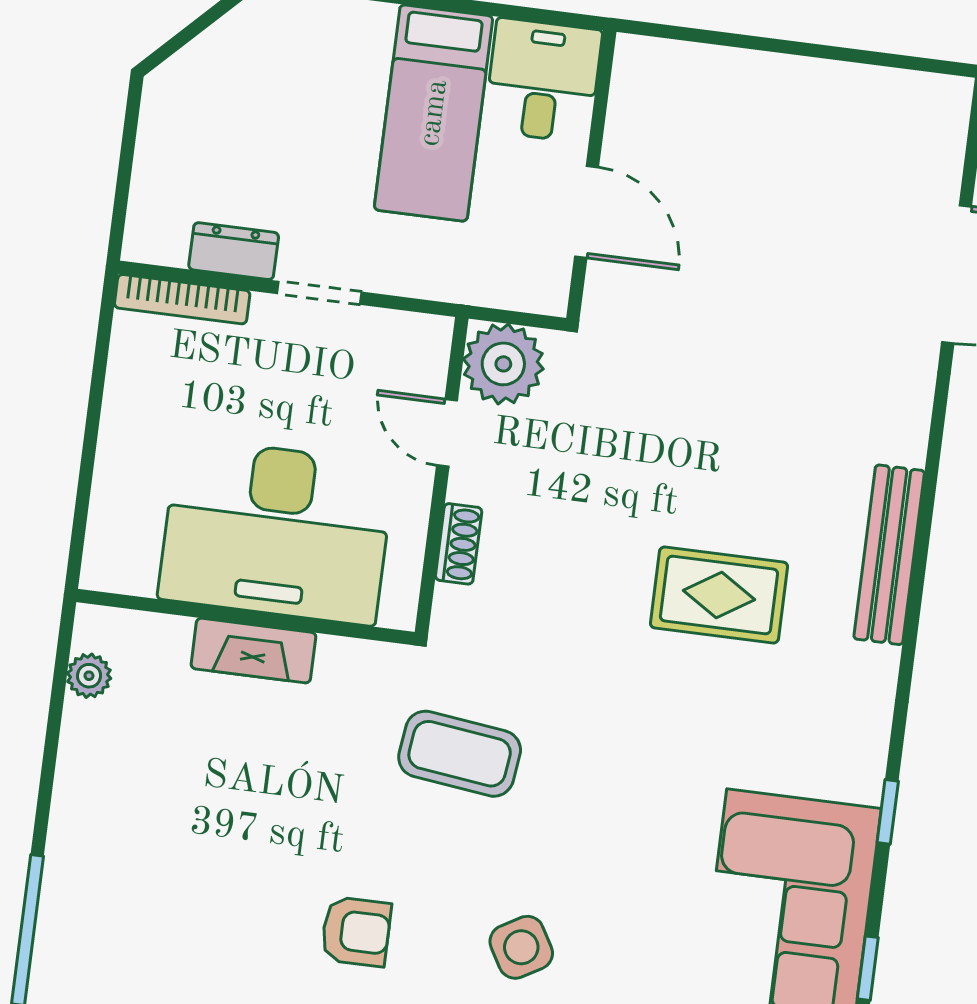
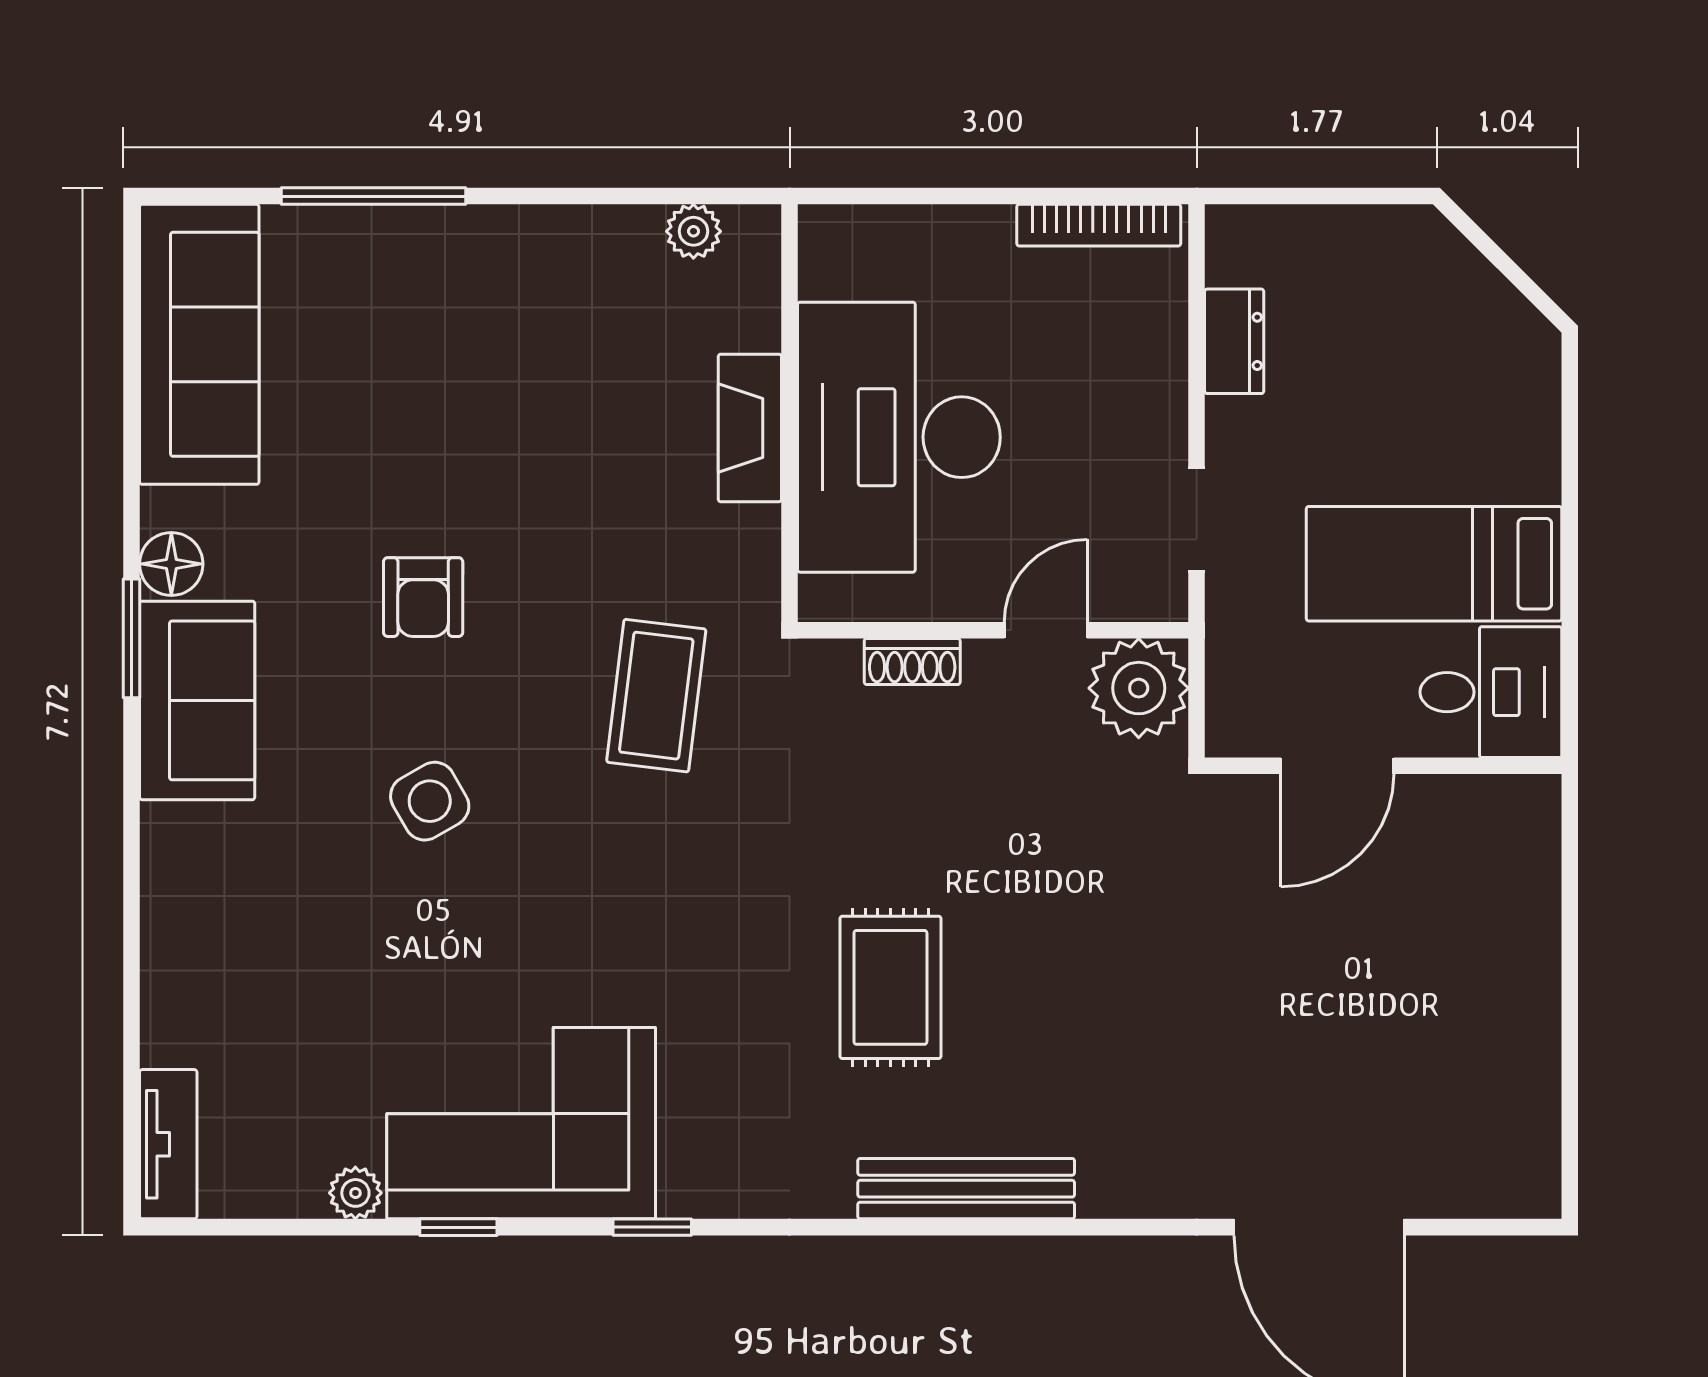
doorway: (319, 293) -> (1197, 520), moved
bookcase: (182, 299) -> (1099, 225), moved, turned -90

